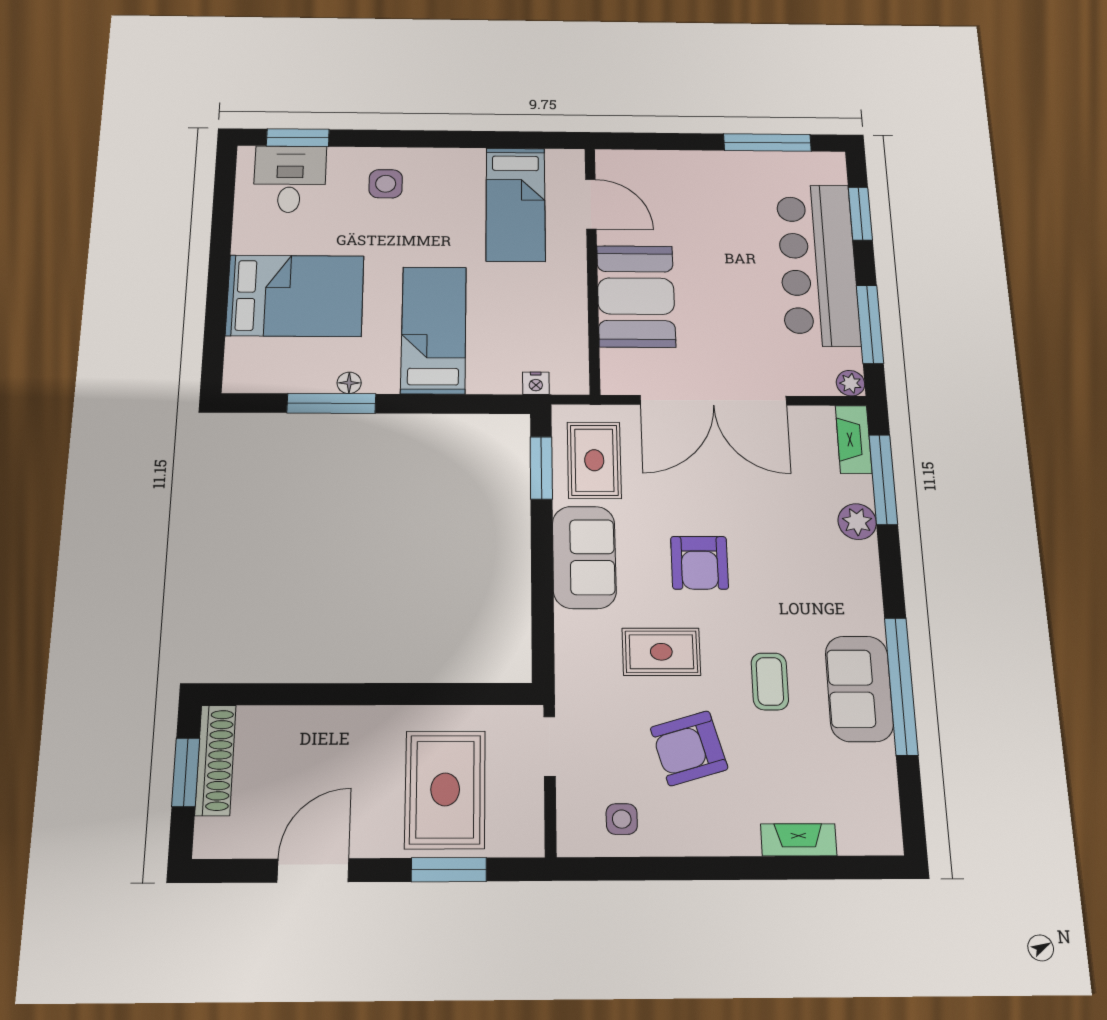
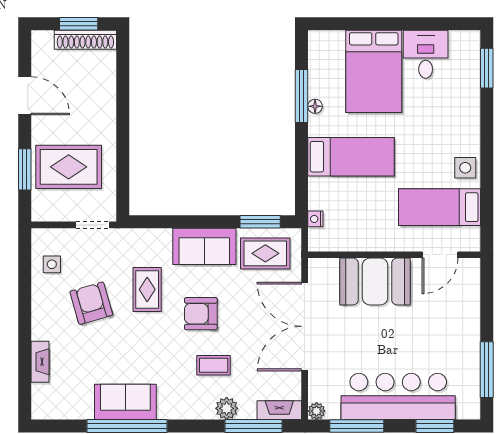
desk: (290, 179) -> (426, 54), moved, turned -90
side table: (386, 184) -> (465, 168), moved
coffee table: (770, 681) -> (214, 365), moved

